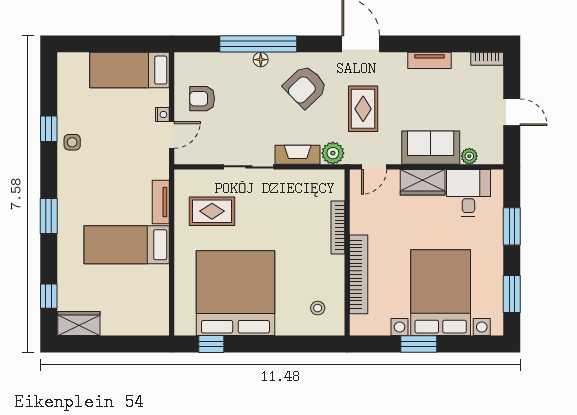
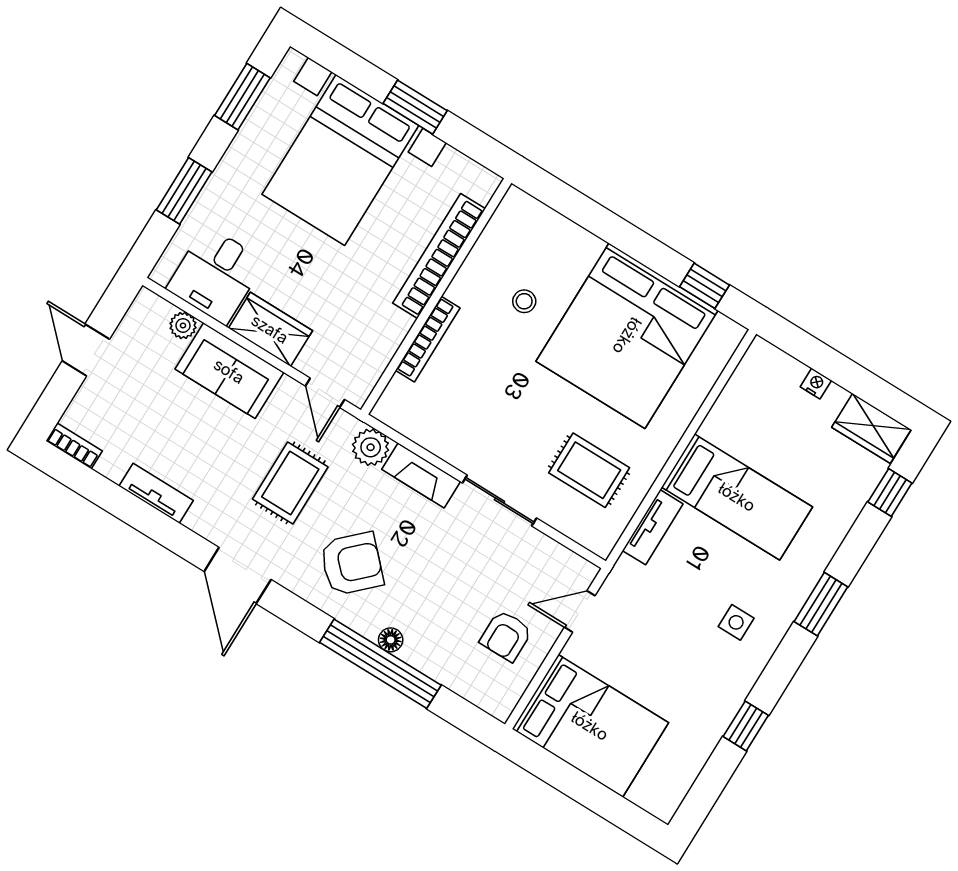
bed: (129, 70) -> (590, 726), width x1.50
armchair: (202, 99) -> (506, 636), turned 90
nightstand: (162, 115) -> (816, 384), moved, turned 90
side table: (72, 142) -> (736, 622), moved
door: (374, 167) -> (325, 393), swing flipped
stool: (318, 308) -> (524, 301), moved

